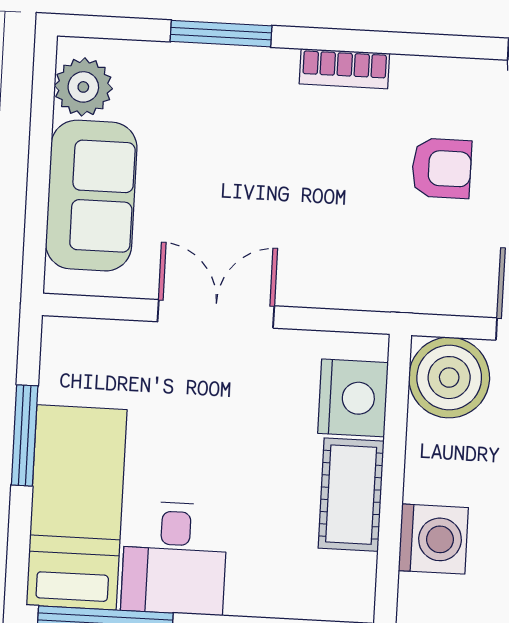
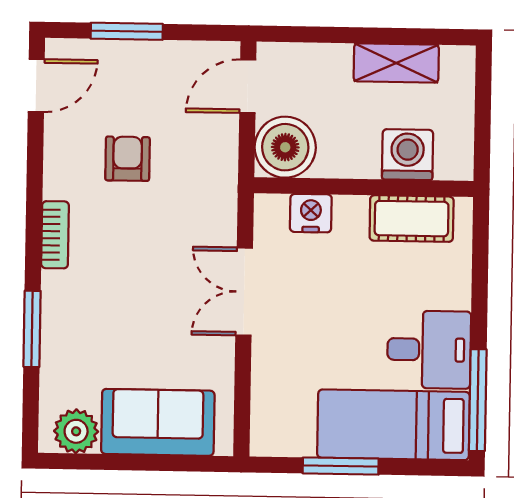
double door: (216, 314) -> (244, 292), moved
nightstand: (353, 398) -> (311, 213), width x0.74, depth x0.75
cot: (351, 495) -> (412, 219), moved

